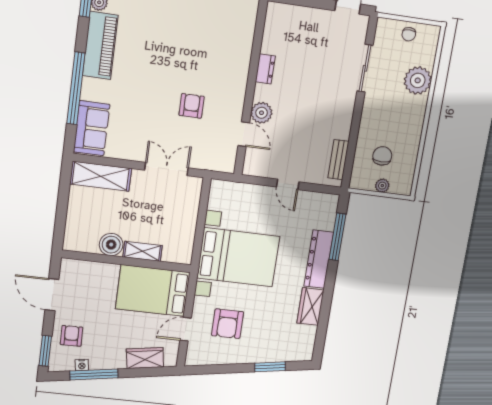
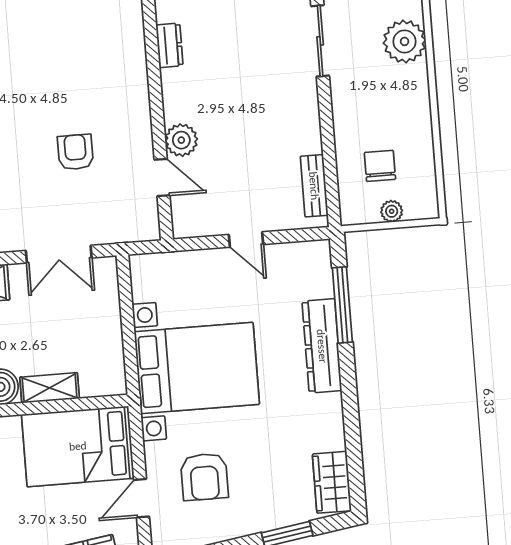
dresser: (265, 69) -> (169, 45), moved
double door: (166, 169) -> (59, 254), swing flipped
wardrobe: (310, 306) -> (332, 482), moved

